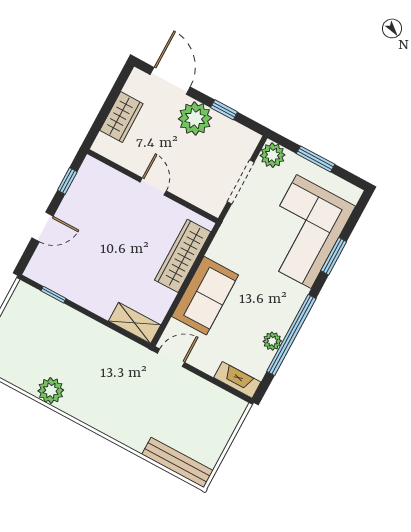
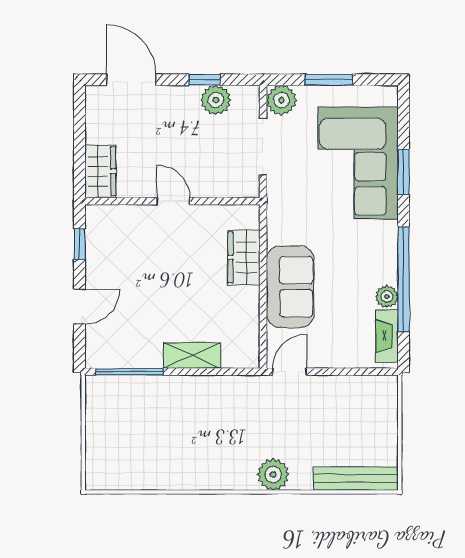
wardrobe: (121, 117) -> (100, 171), moved
plant: (195, 118) -> (216, 100), moved, width x0.73, depth x0.73
wardrobe: (183, 256) -> (244, 257), width x0.67
window: (53, 295) -> (129, 372), width x2.17
shelving: (135, 323) -> (192, 356), moved
fireplace: (237, 380) -> (387, 336), moved, turned -90
plant: (51, 391) -> (273, 475), moved

